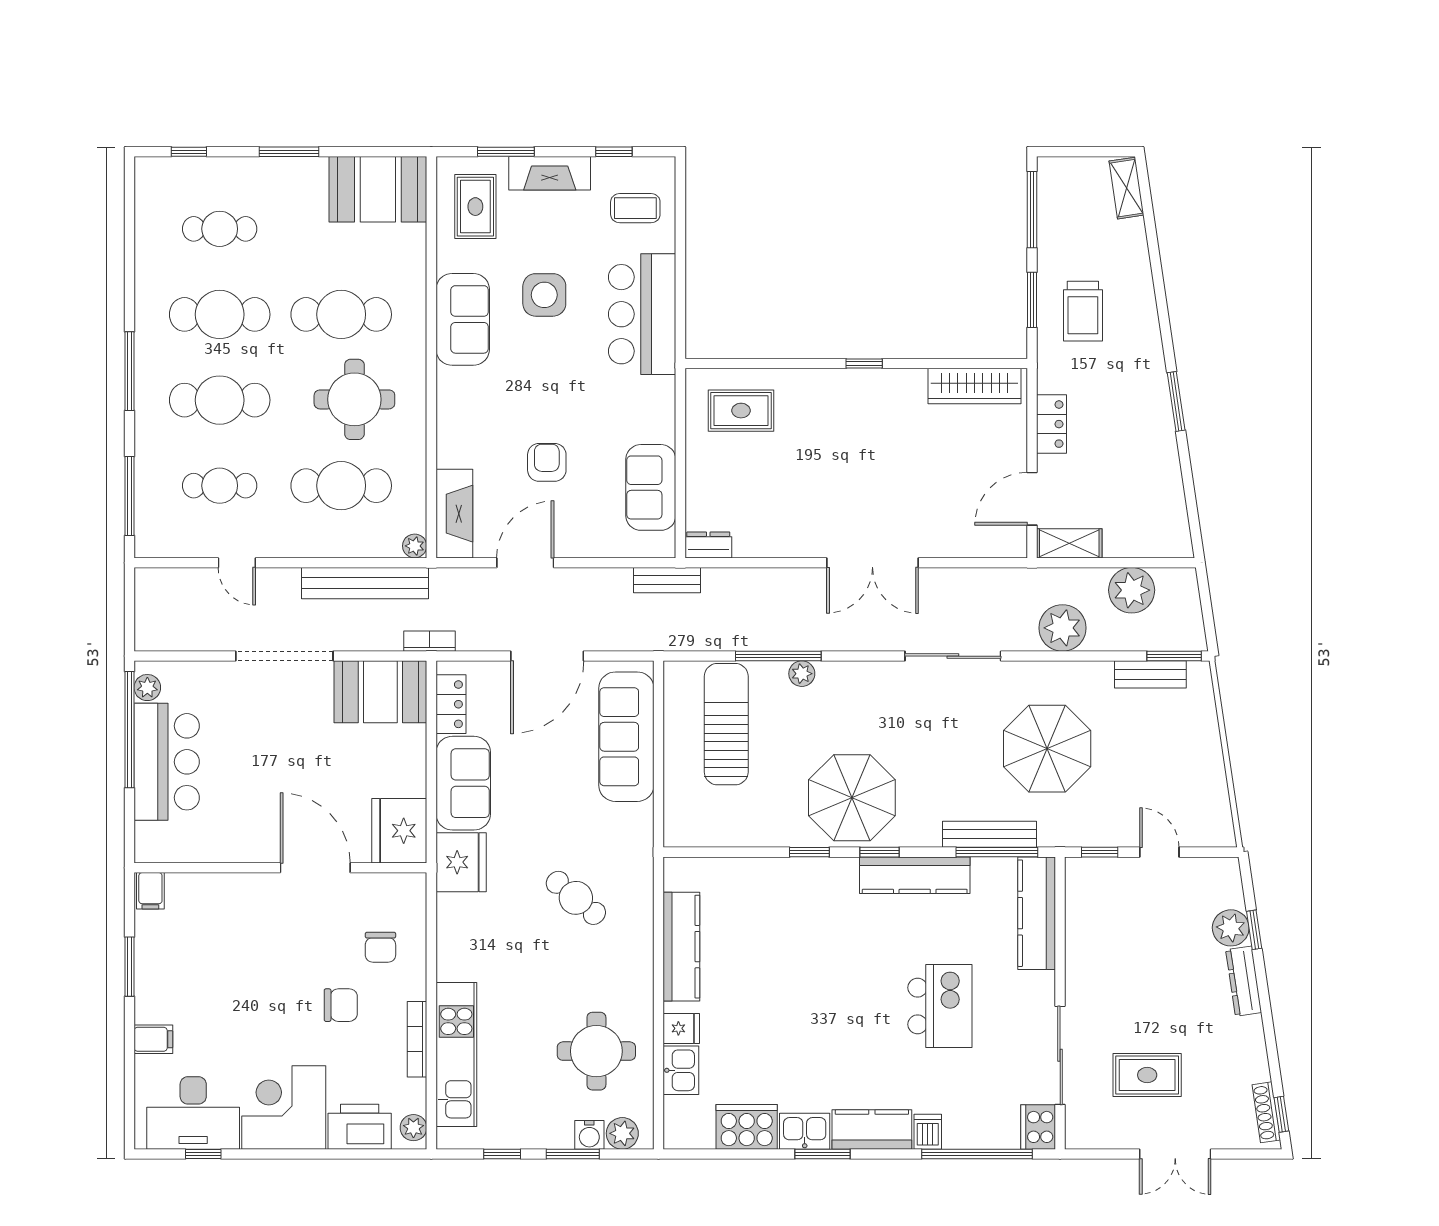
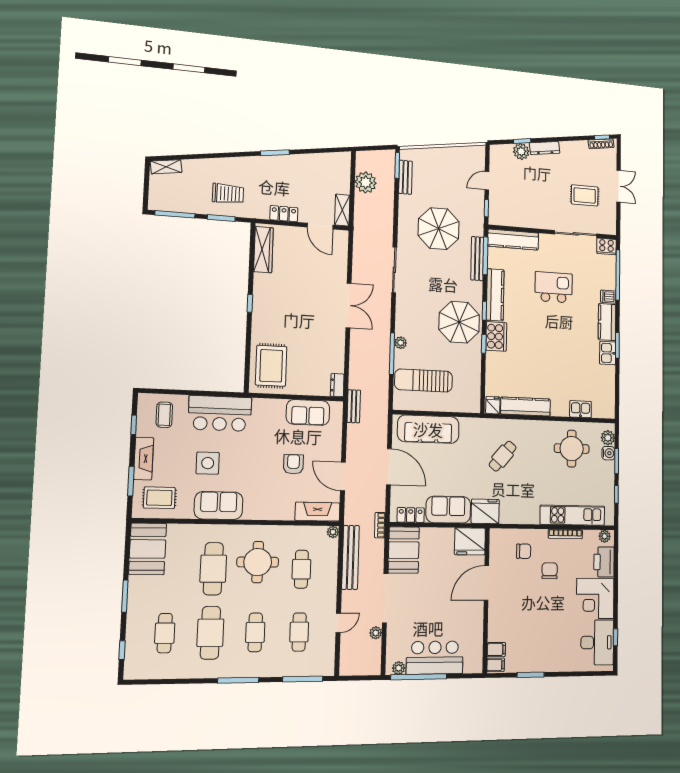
cafe table: (220, 400) -> (255, 632), width x0.73, depth x0.74
rug: (741, 411) -> (271, 366), width x1.36, depth x1.43
armchair: (547, 462) -> (293, 464), turned 90
cafe table: (341, 486) -> (301, 569), width x0.73, depth x0.74
plant: (1062, 628) -> (376, 633), moved, width x0.53, depth x0.53
fridge: (681, 1028) -> (493, 405), moved
filing cabinet: (153, 1039) -> (496, 650), moved, turned 90
rug: (1147, 1075) -> (585, 195), turned 90
cooker: (747, 1127) -> (496, 336), moved, turned 180

